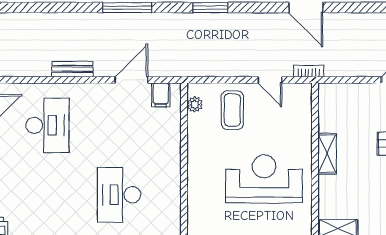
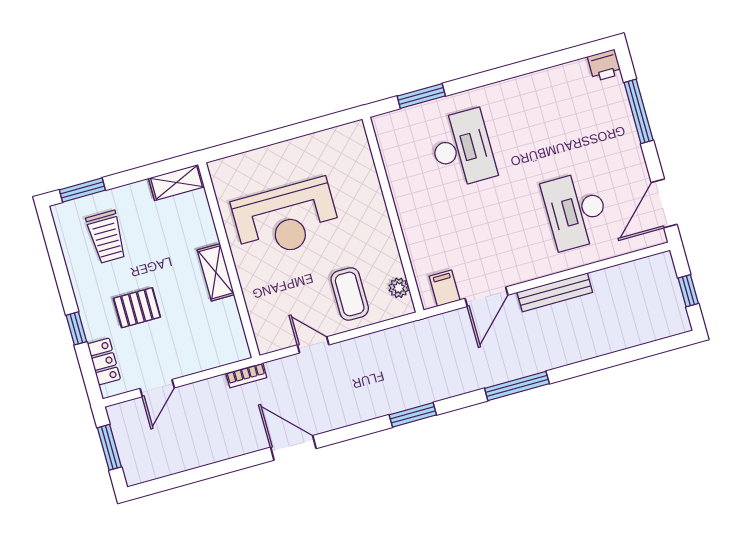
bench: (72, 69) -> (555, 292), width x1.36
bookcase: (309, 71) -> (246, 375), moved

